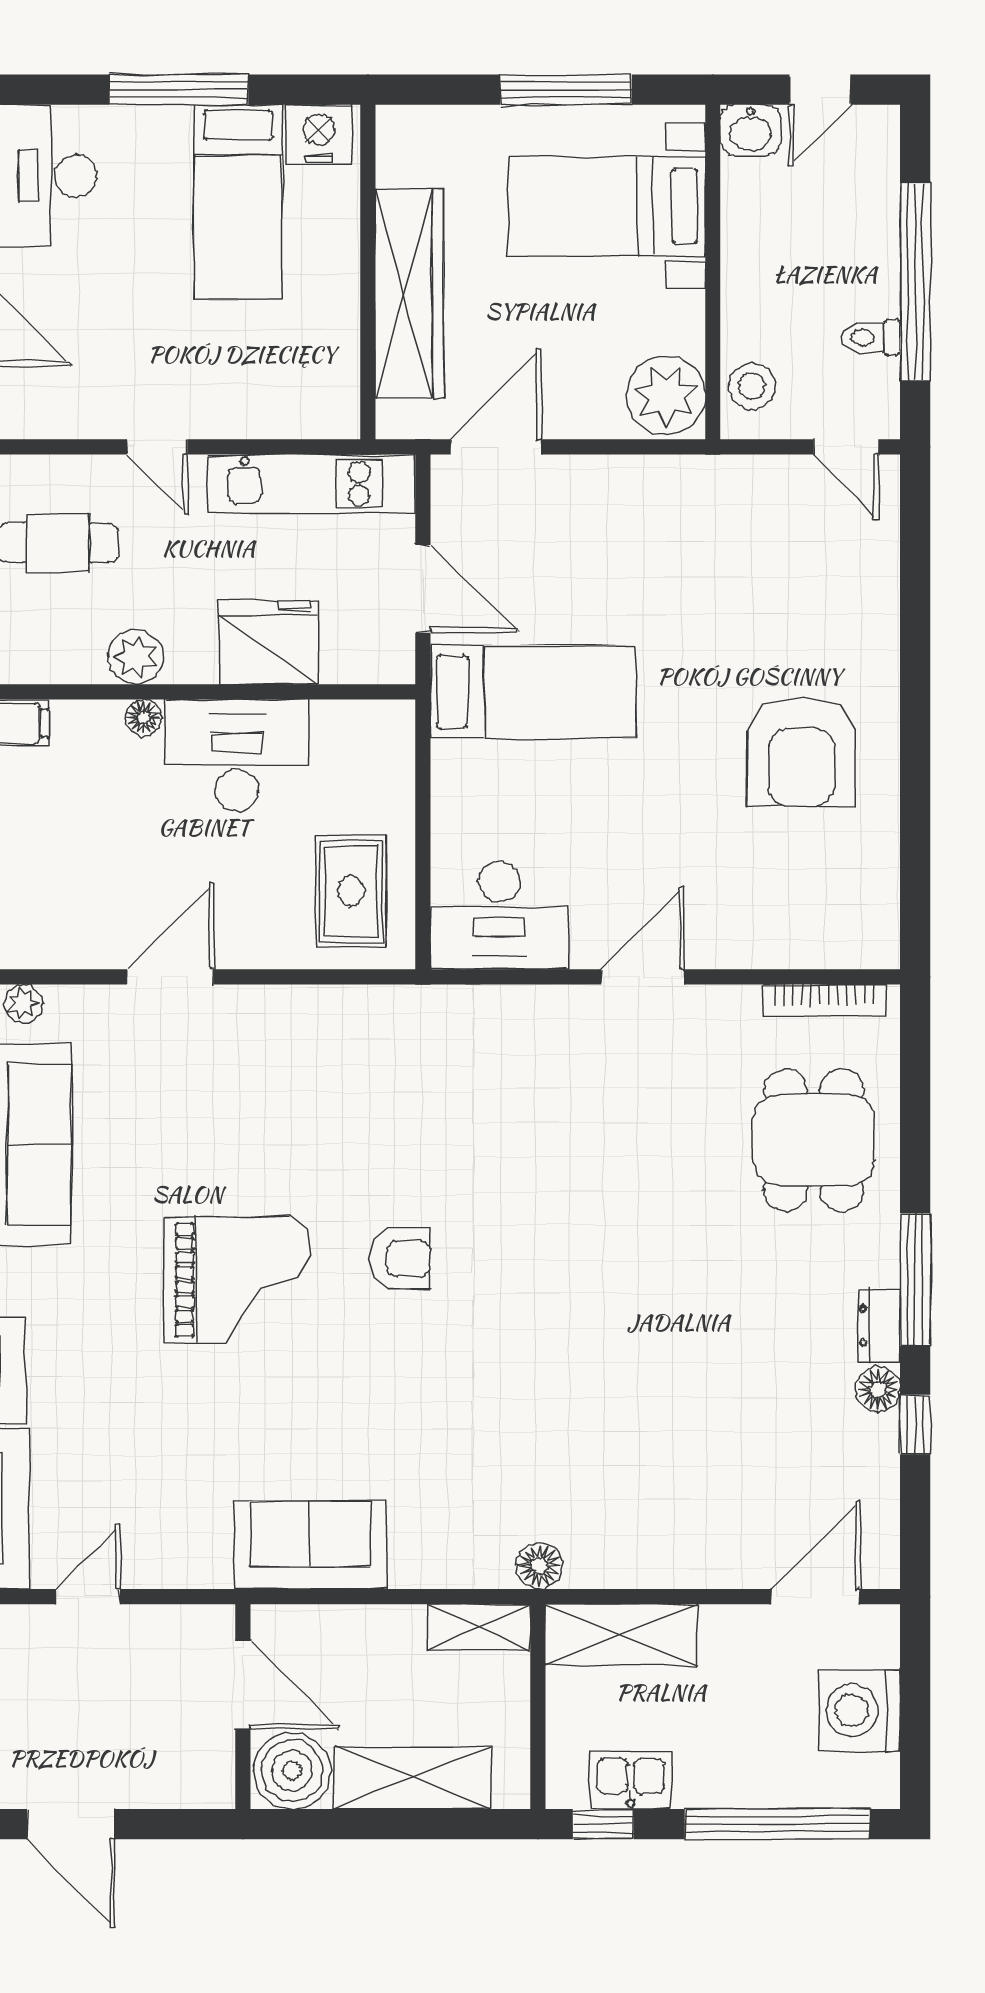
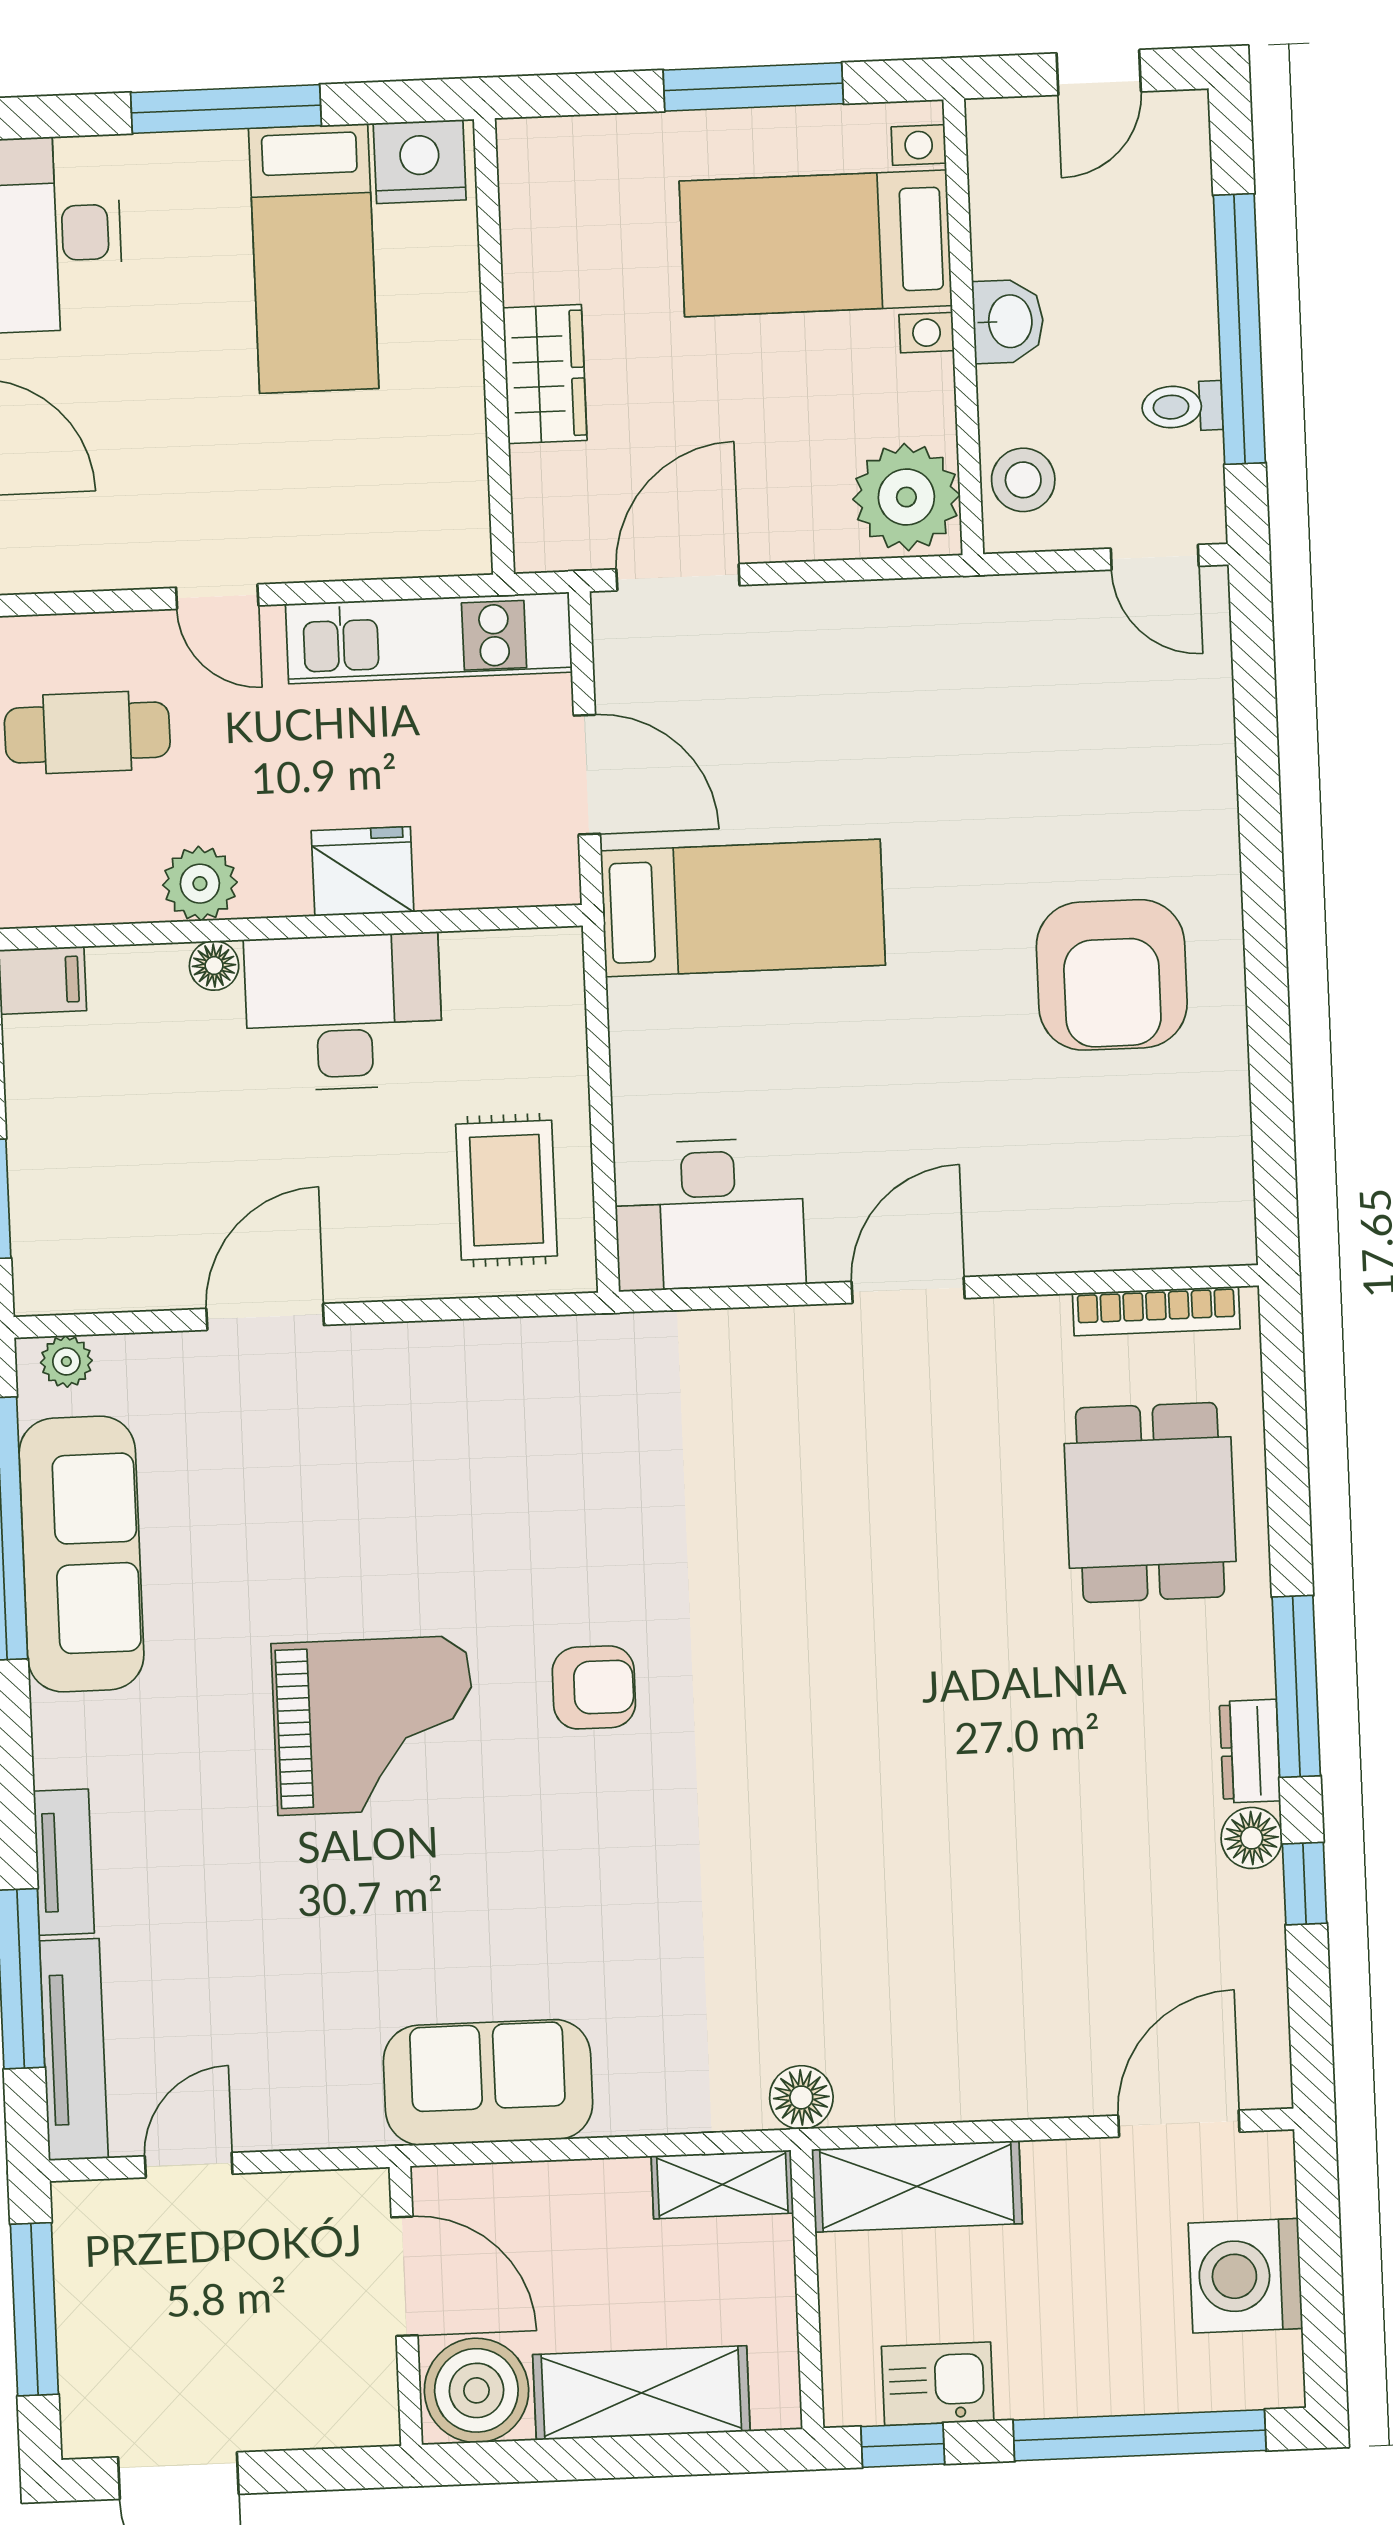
washbasin: (750, 130) -> (1008, 321), moved, turned -90
wardrobe: (409, 294) -> (545, 374), width x0.48, depth x0.85
fridge: (269, 642) -> (363, 871), width x0.73, depth x0.75

